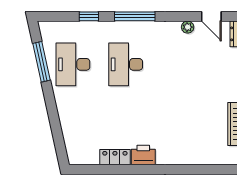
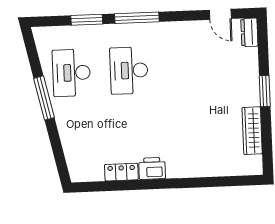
window: (89, 16) -> (87, 20), width x1.50
plant: (188, 27) -> (195, 27), removed
window: (42, 62) -> (44, 98), moved

